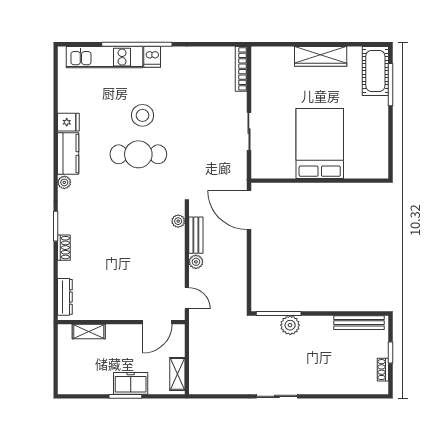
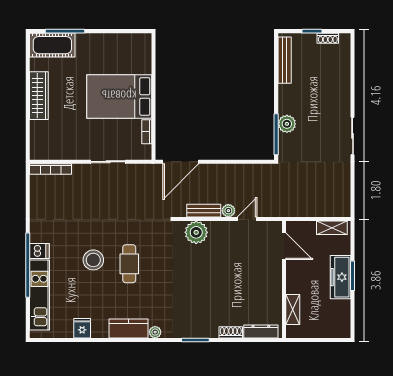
fridge: (68, 122) -> (82, 328), moved
cafe table: (138, 154) -> (129, 264), width x0.73, depth x0.74
bookcase: (282, 173) -> (147, 132), added
plant: (178, 221) -> (196, 232), width x1.87, depth x1.87
shoe rack: (64, 248) -> (231, 332), moved
door: (187, 298) -> (247, 219), moved
freezer: (131, 383) -> (340, 277), width x1.40

